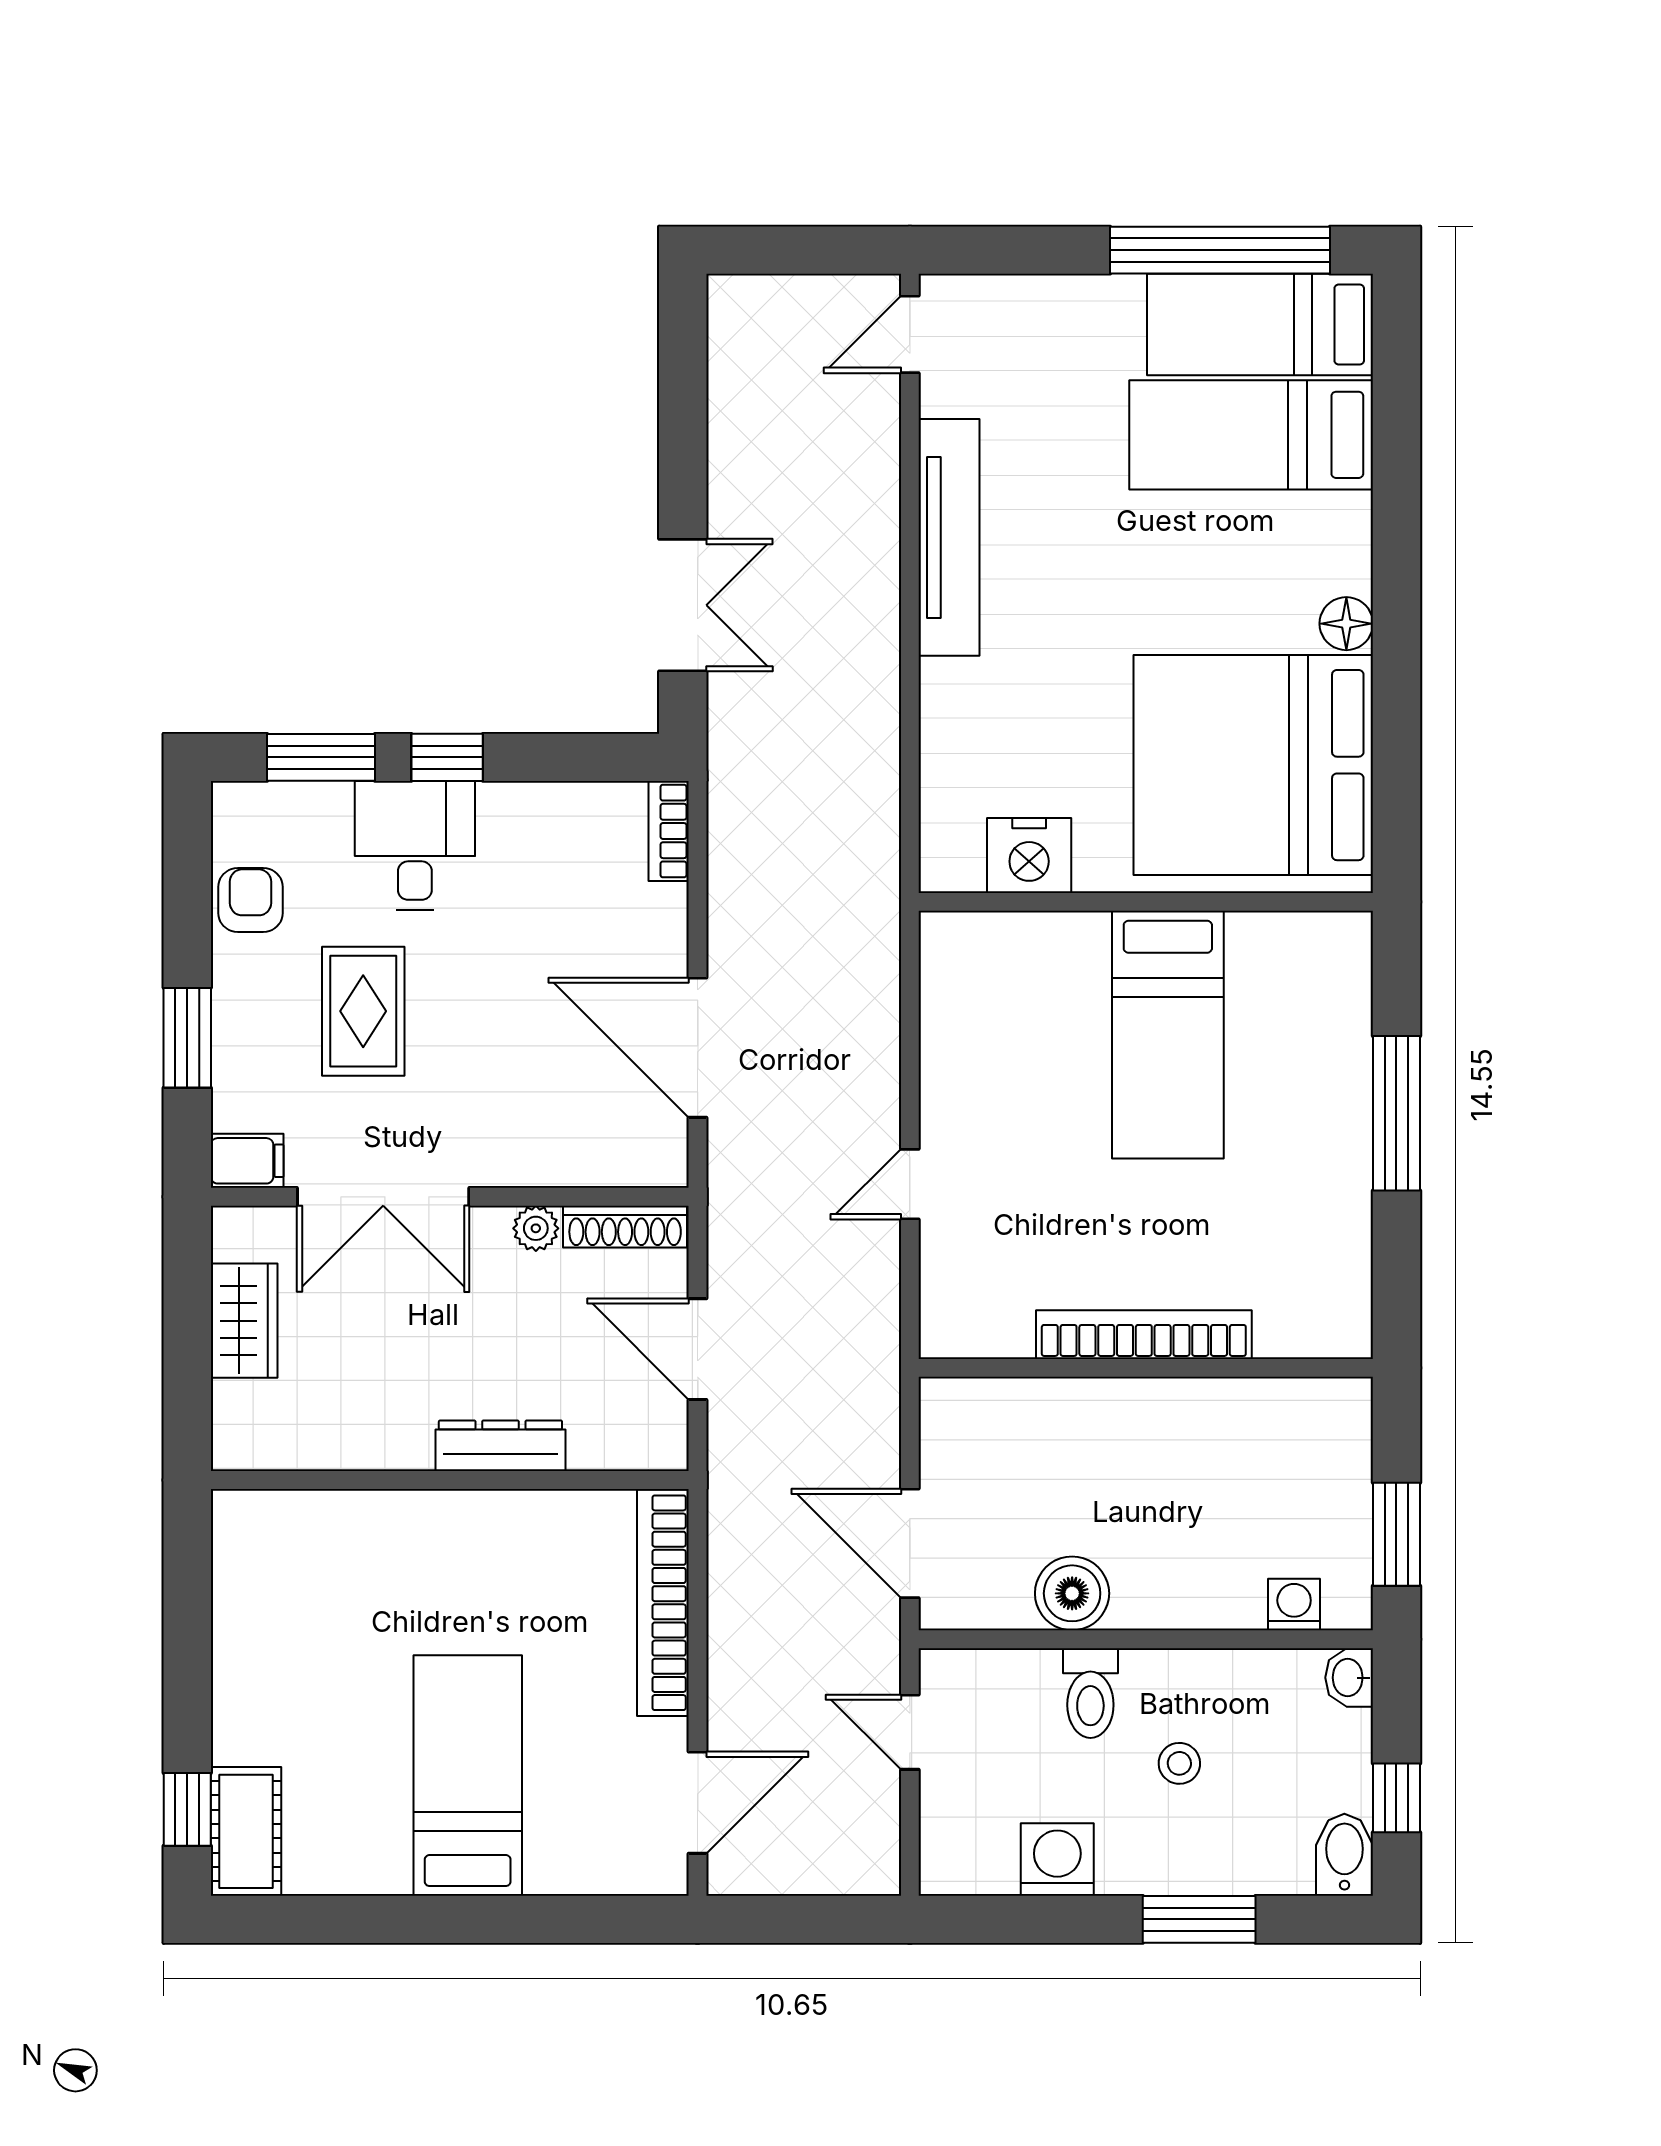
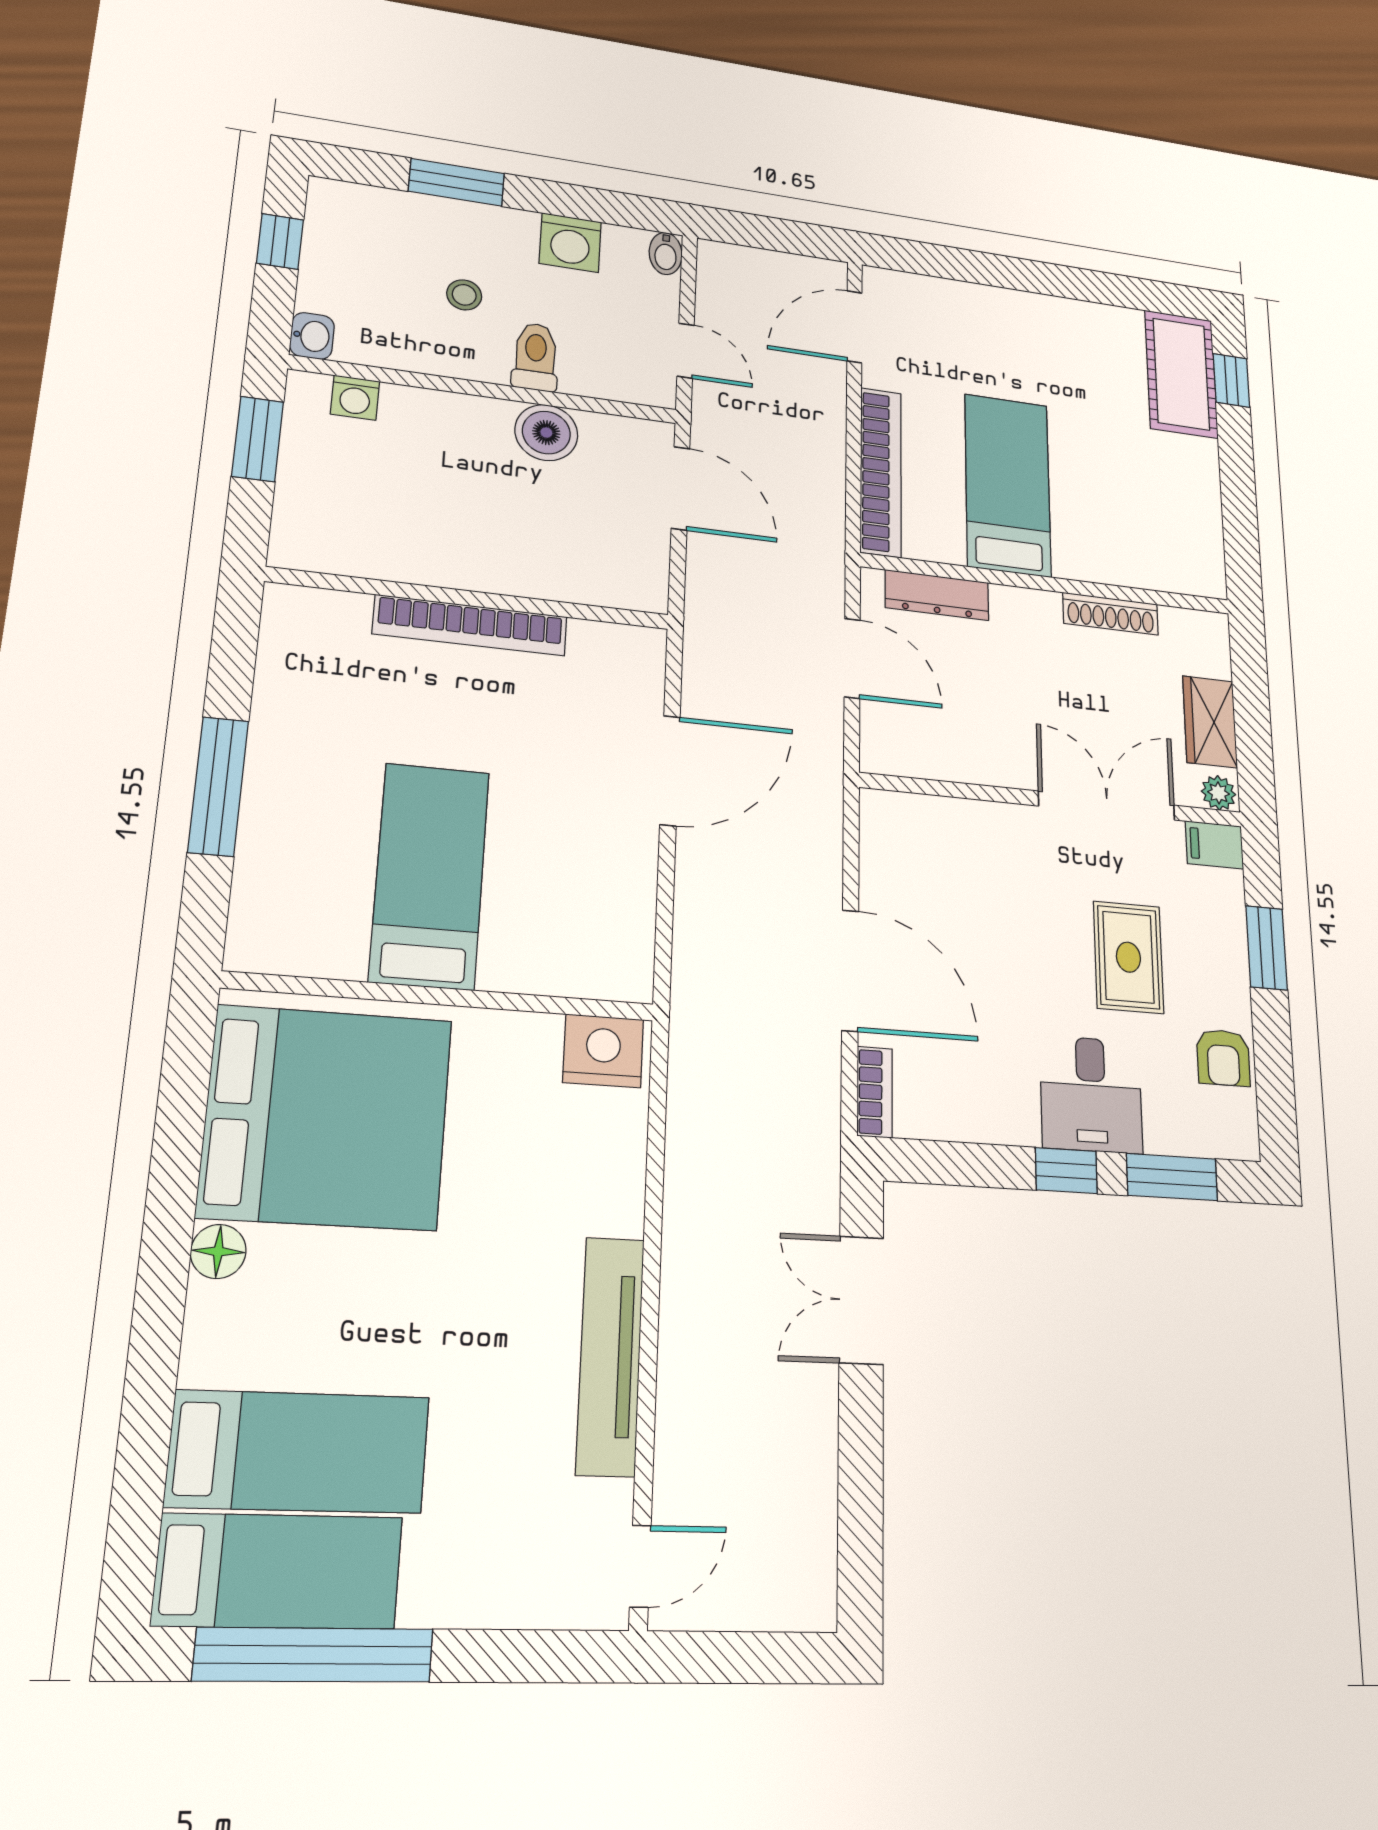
nightstand: (1029, 855) -> (603, 1051), moved
door: (698, 1048) -> (850, 970), moved
door: (910, 1184) -> (670, 771), width x1.87
shoe rack: (625, 1227) -> (1111, 614), moved, turned 180
plant: (536, 1228) -> (1219, 793), moved
dresser: (500, 1446) -> (937, 595), moved
bed: (468, 1775) -> (1008, 485), moved, turned 180
cot: (246, 1831) -> (1181, 374), width x1.37, depth x1.34
bidet: (1344, 1855) -> (666, 254), moved, width x0.72, depth x0.74

